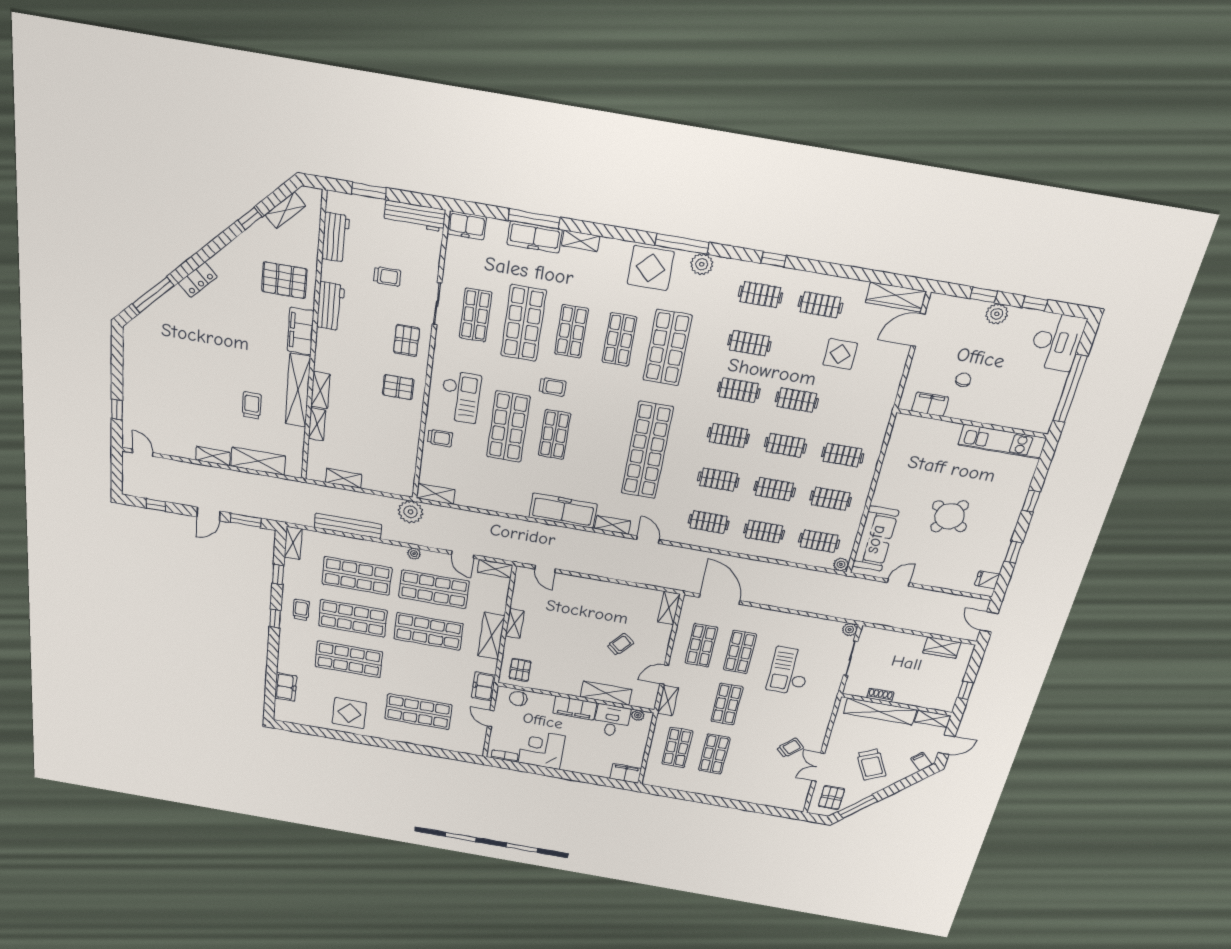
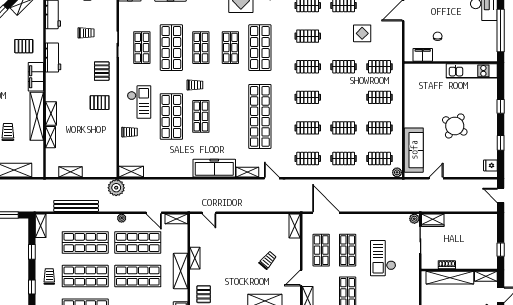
pallet: (284, 280) -> (24, 46), width x0.67, depth x0.71
clothes rail: (785, 445) -> (379, 67), moved
wardrobe: (942, 647) -> (433, 220), moved

